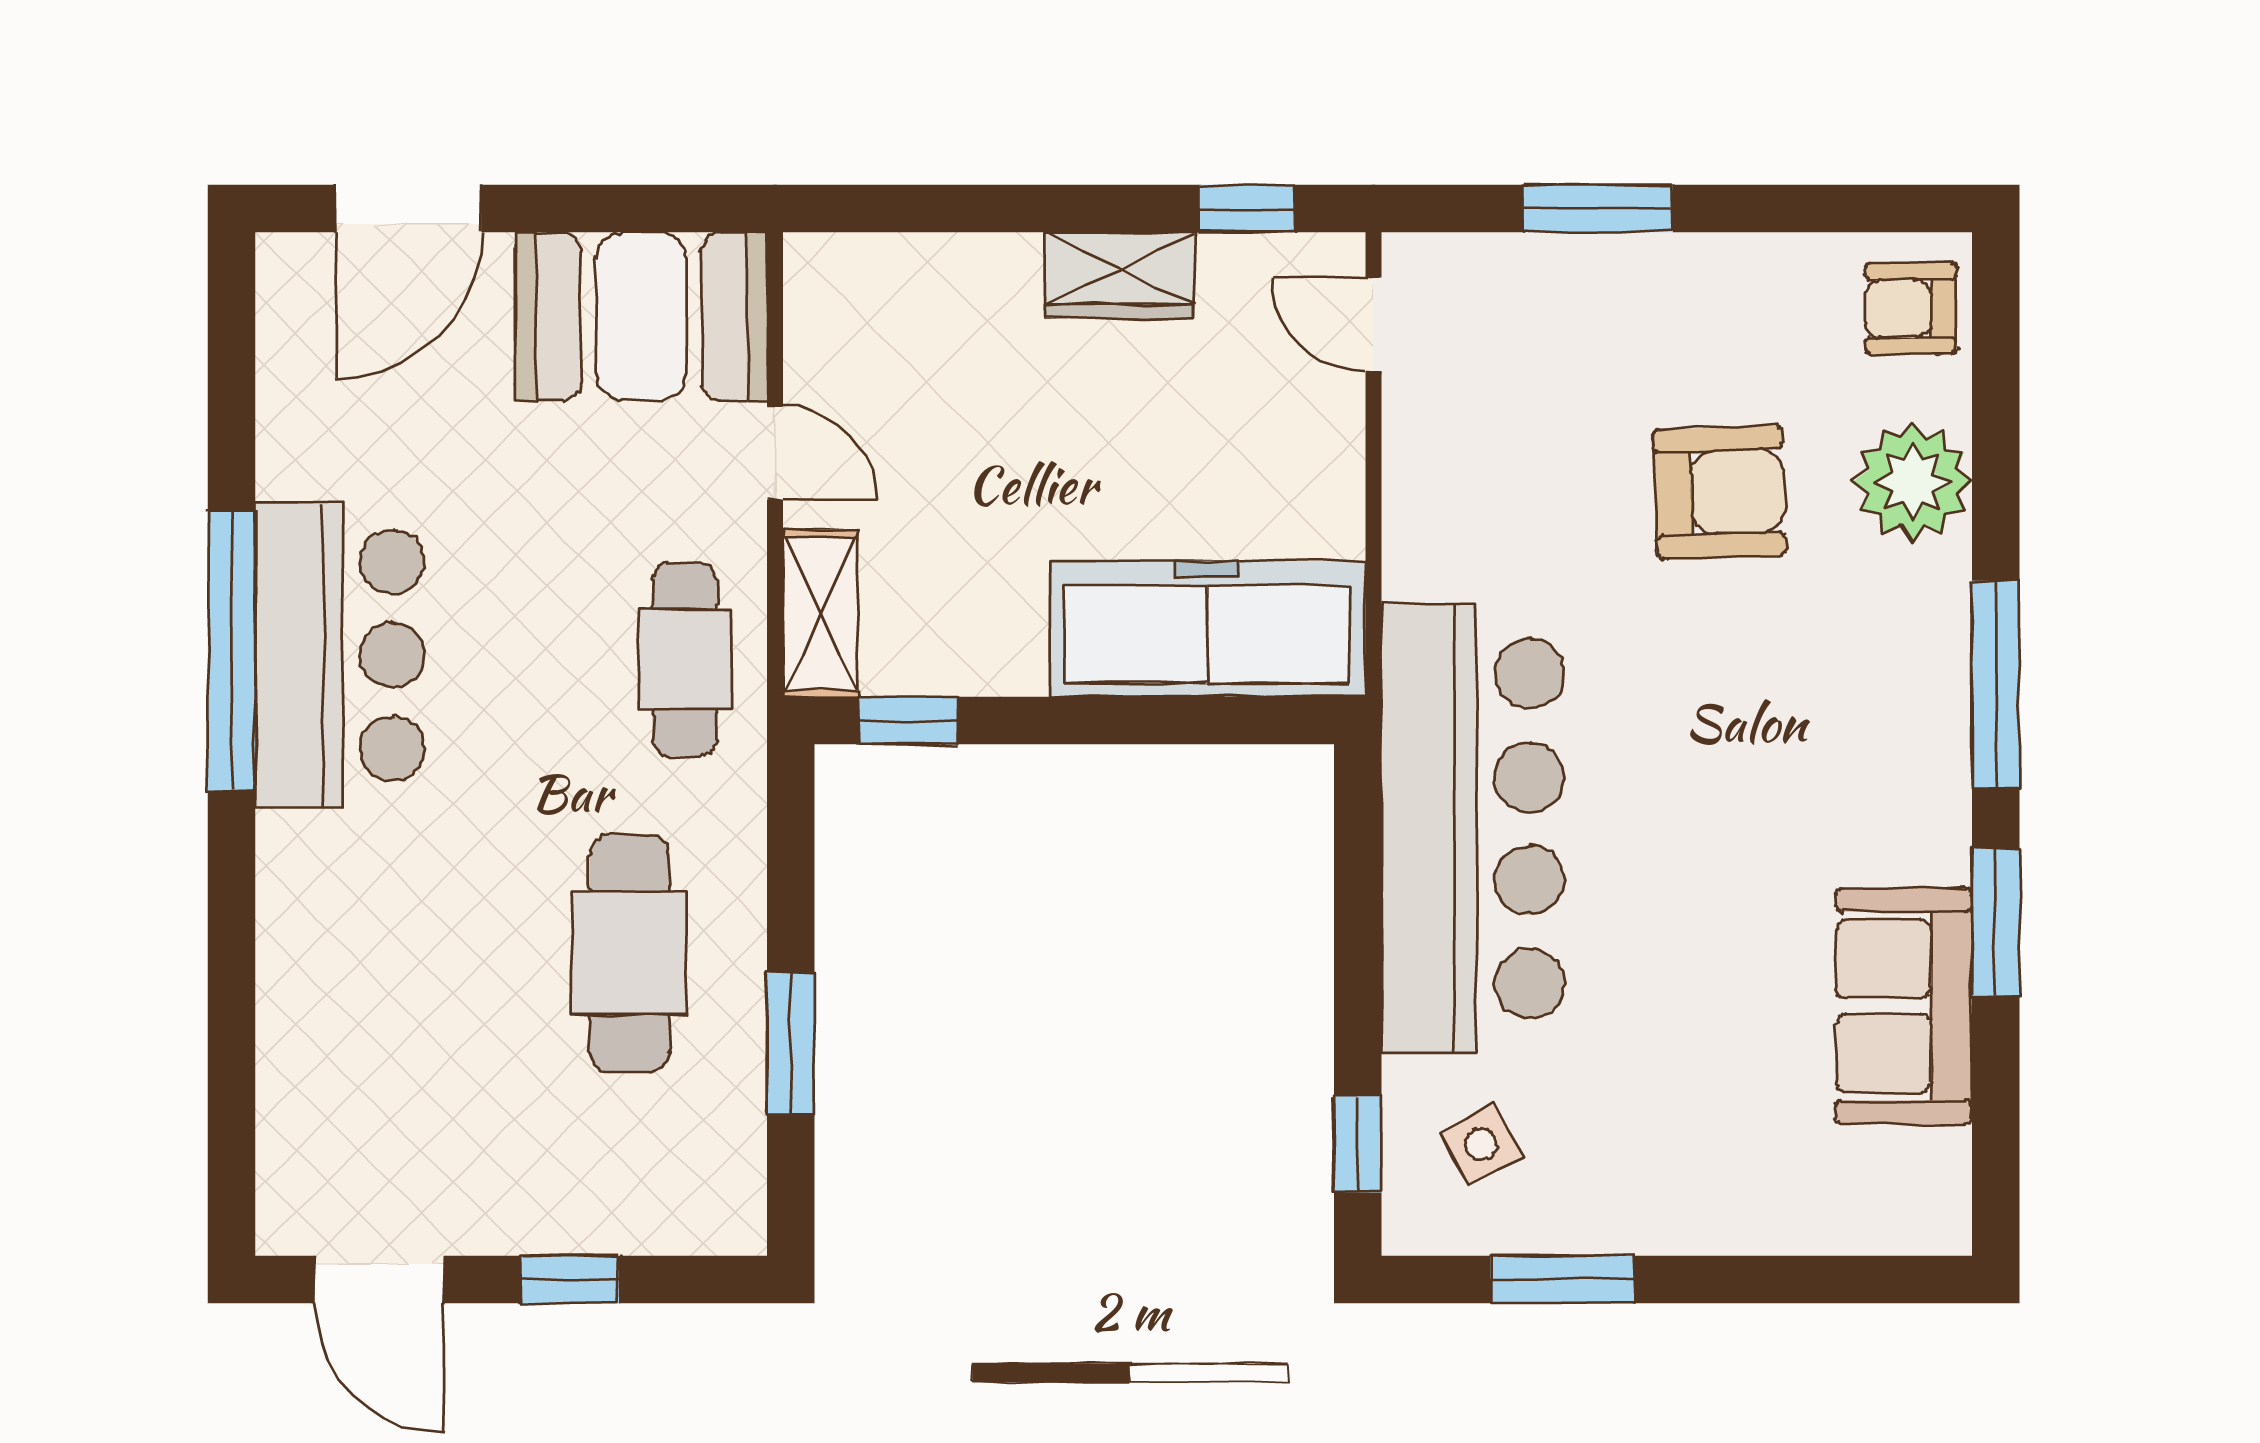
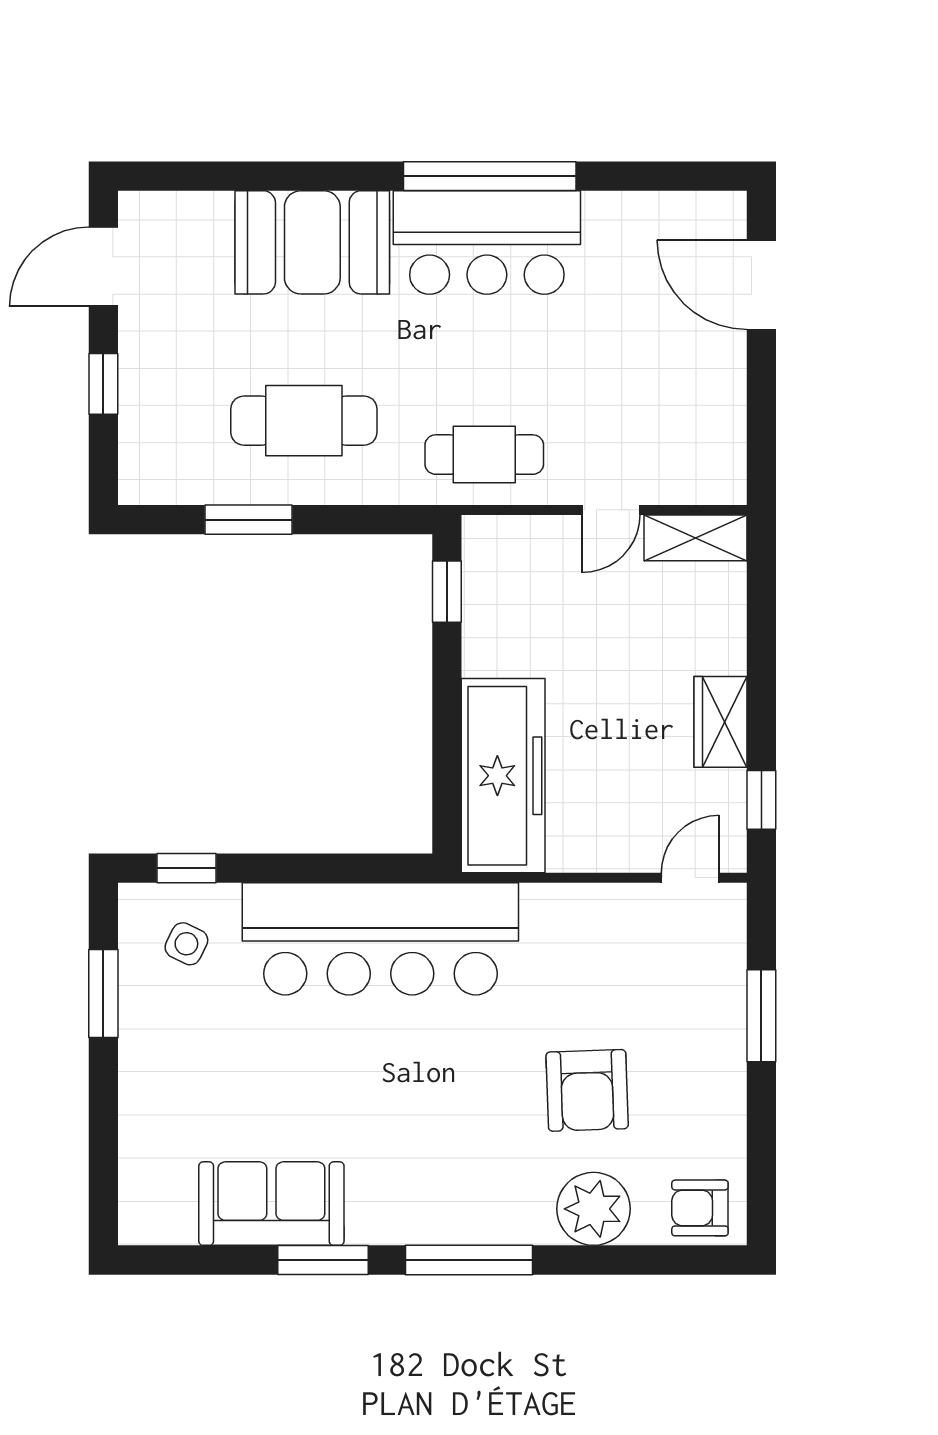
armchair: (1911, 308) -> (700, 1208), turned -90
booth: (641, 316) -> (312, 242), moved, turned 90
shelving: (820, 613) -> (696, 538), moved
side table: (1481, 1144) -> (186, 944), turned -35

